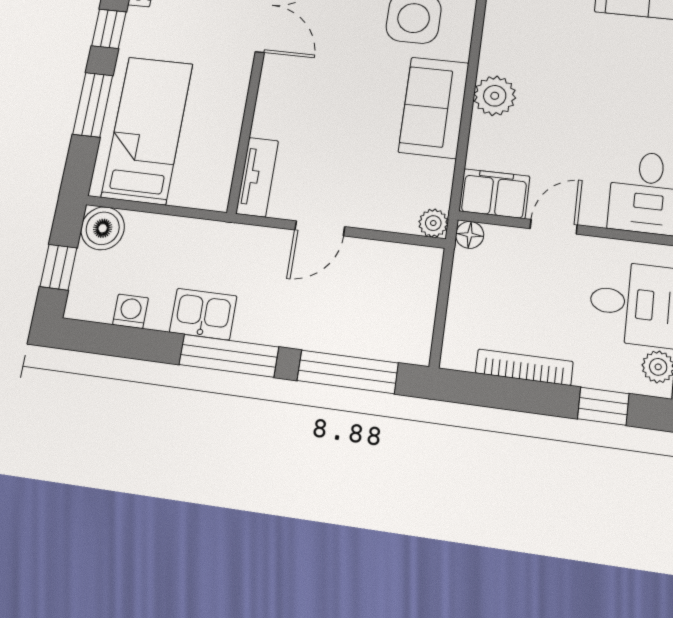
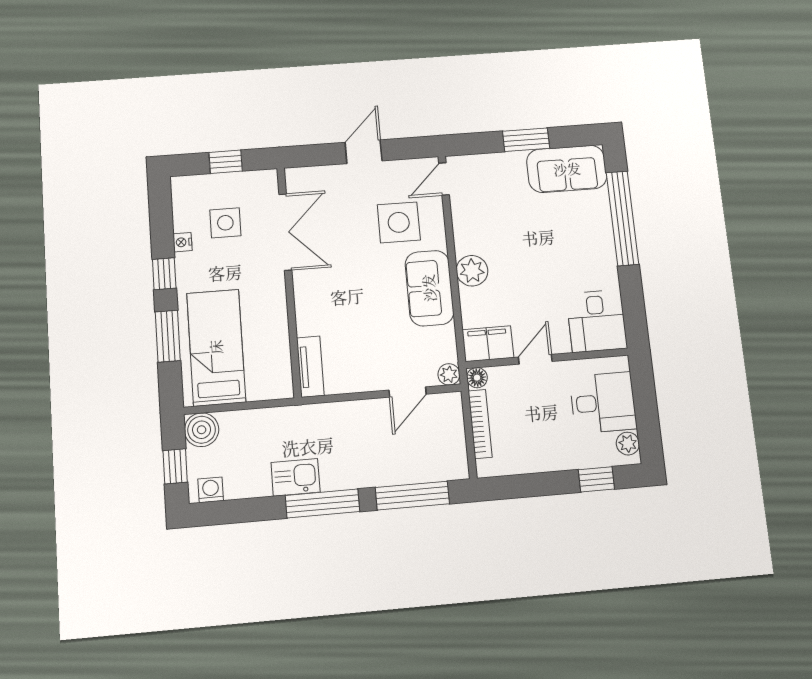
door: (320, 228) -> (408, 392), moved
washing machine: (131, 311) -> (211, 490), moved
bookcase: (524, 367) -> (480, 424), moved, turned 90

